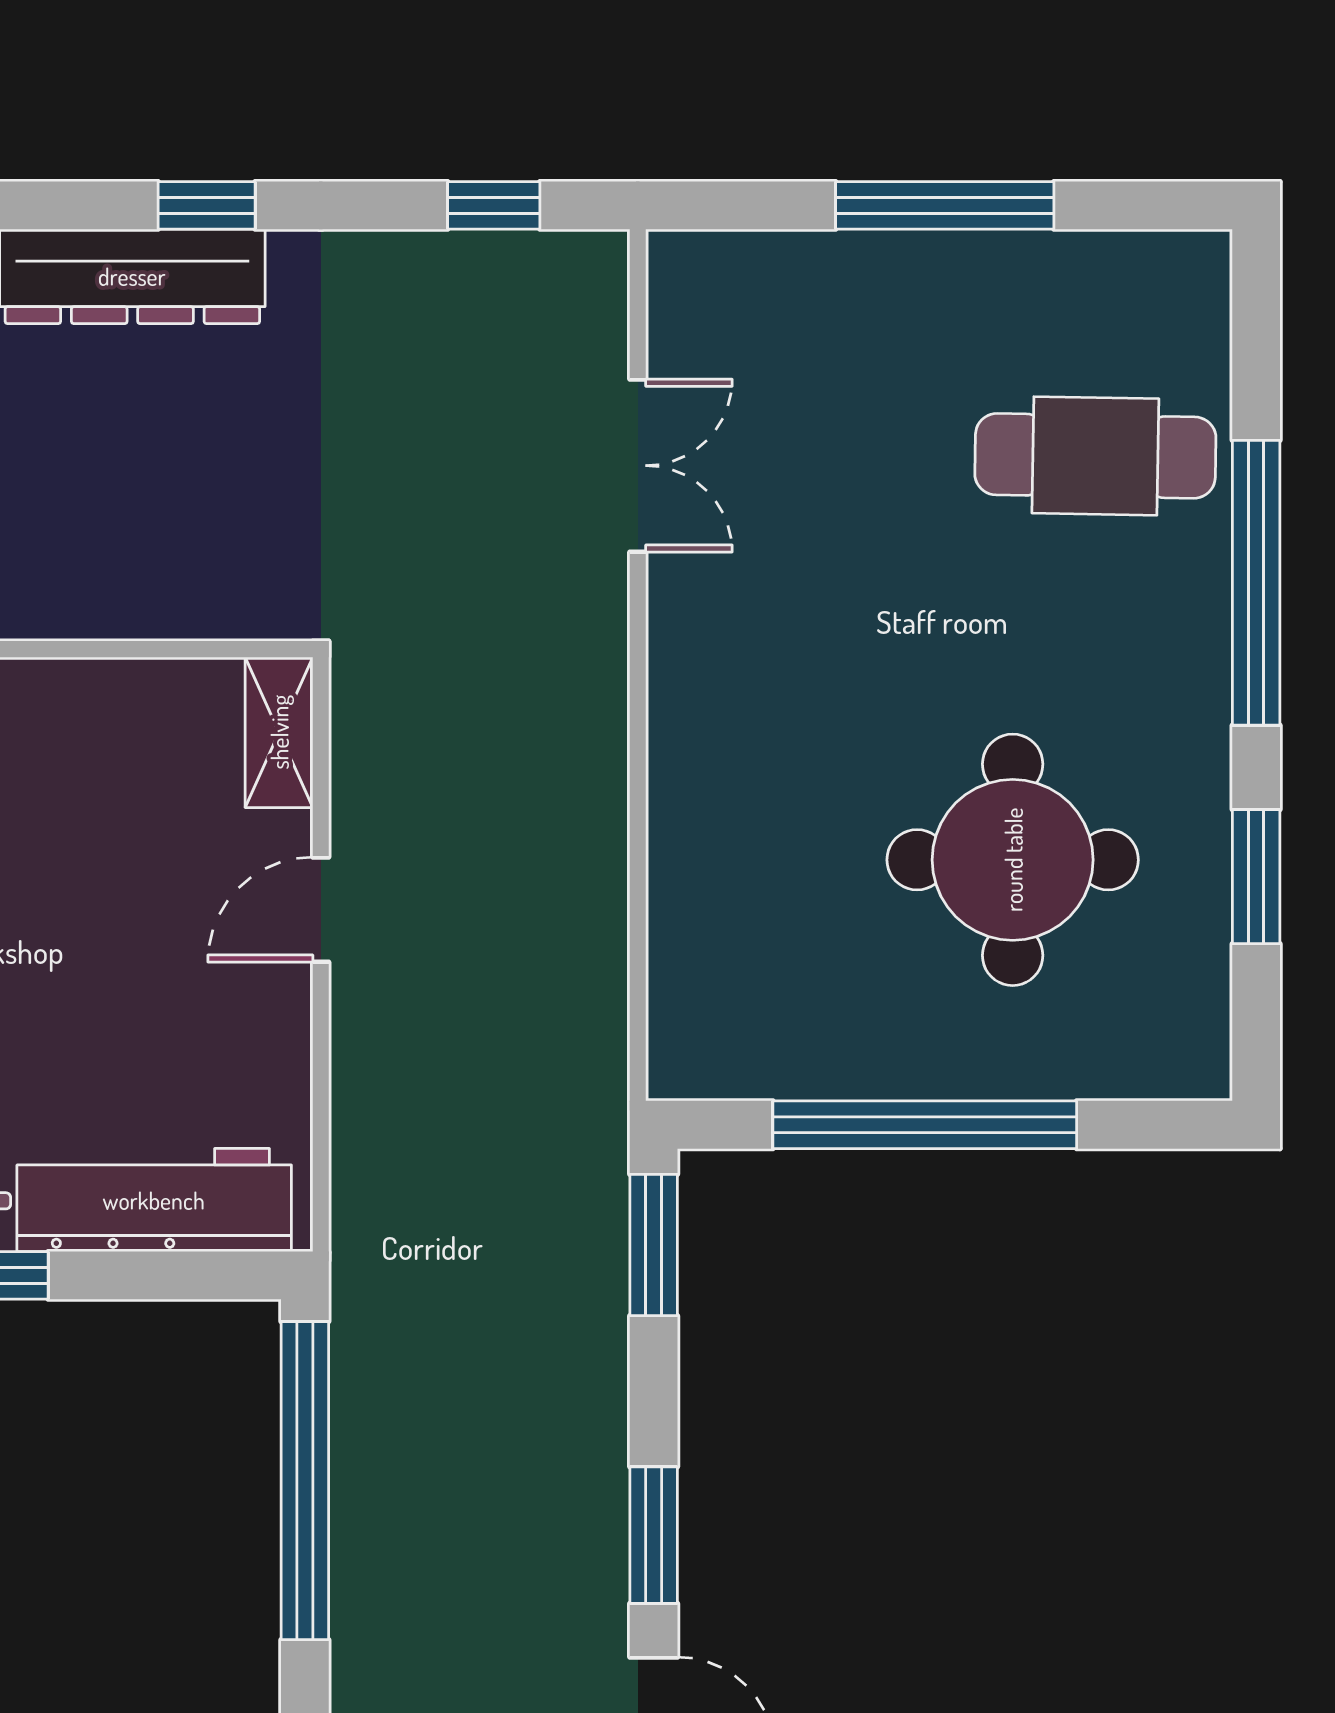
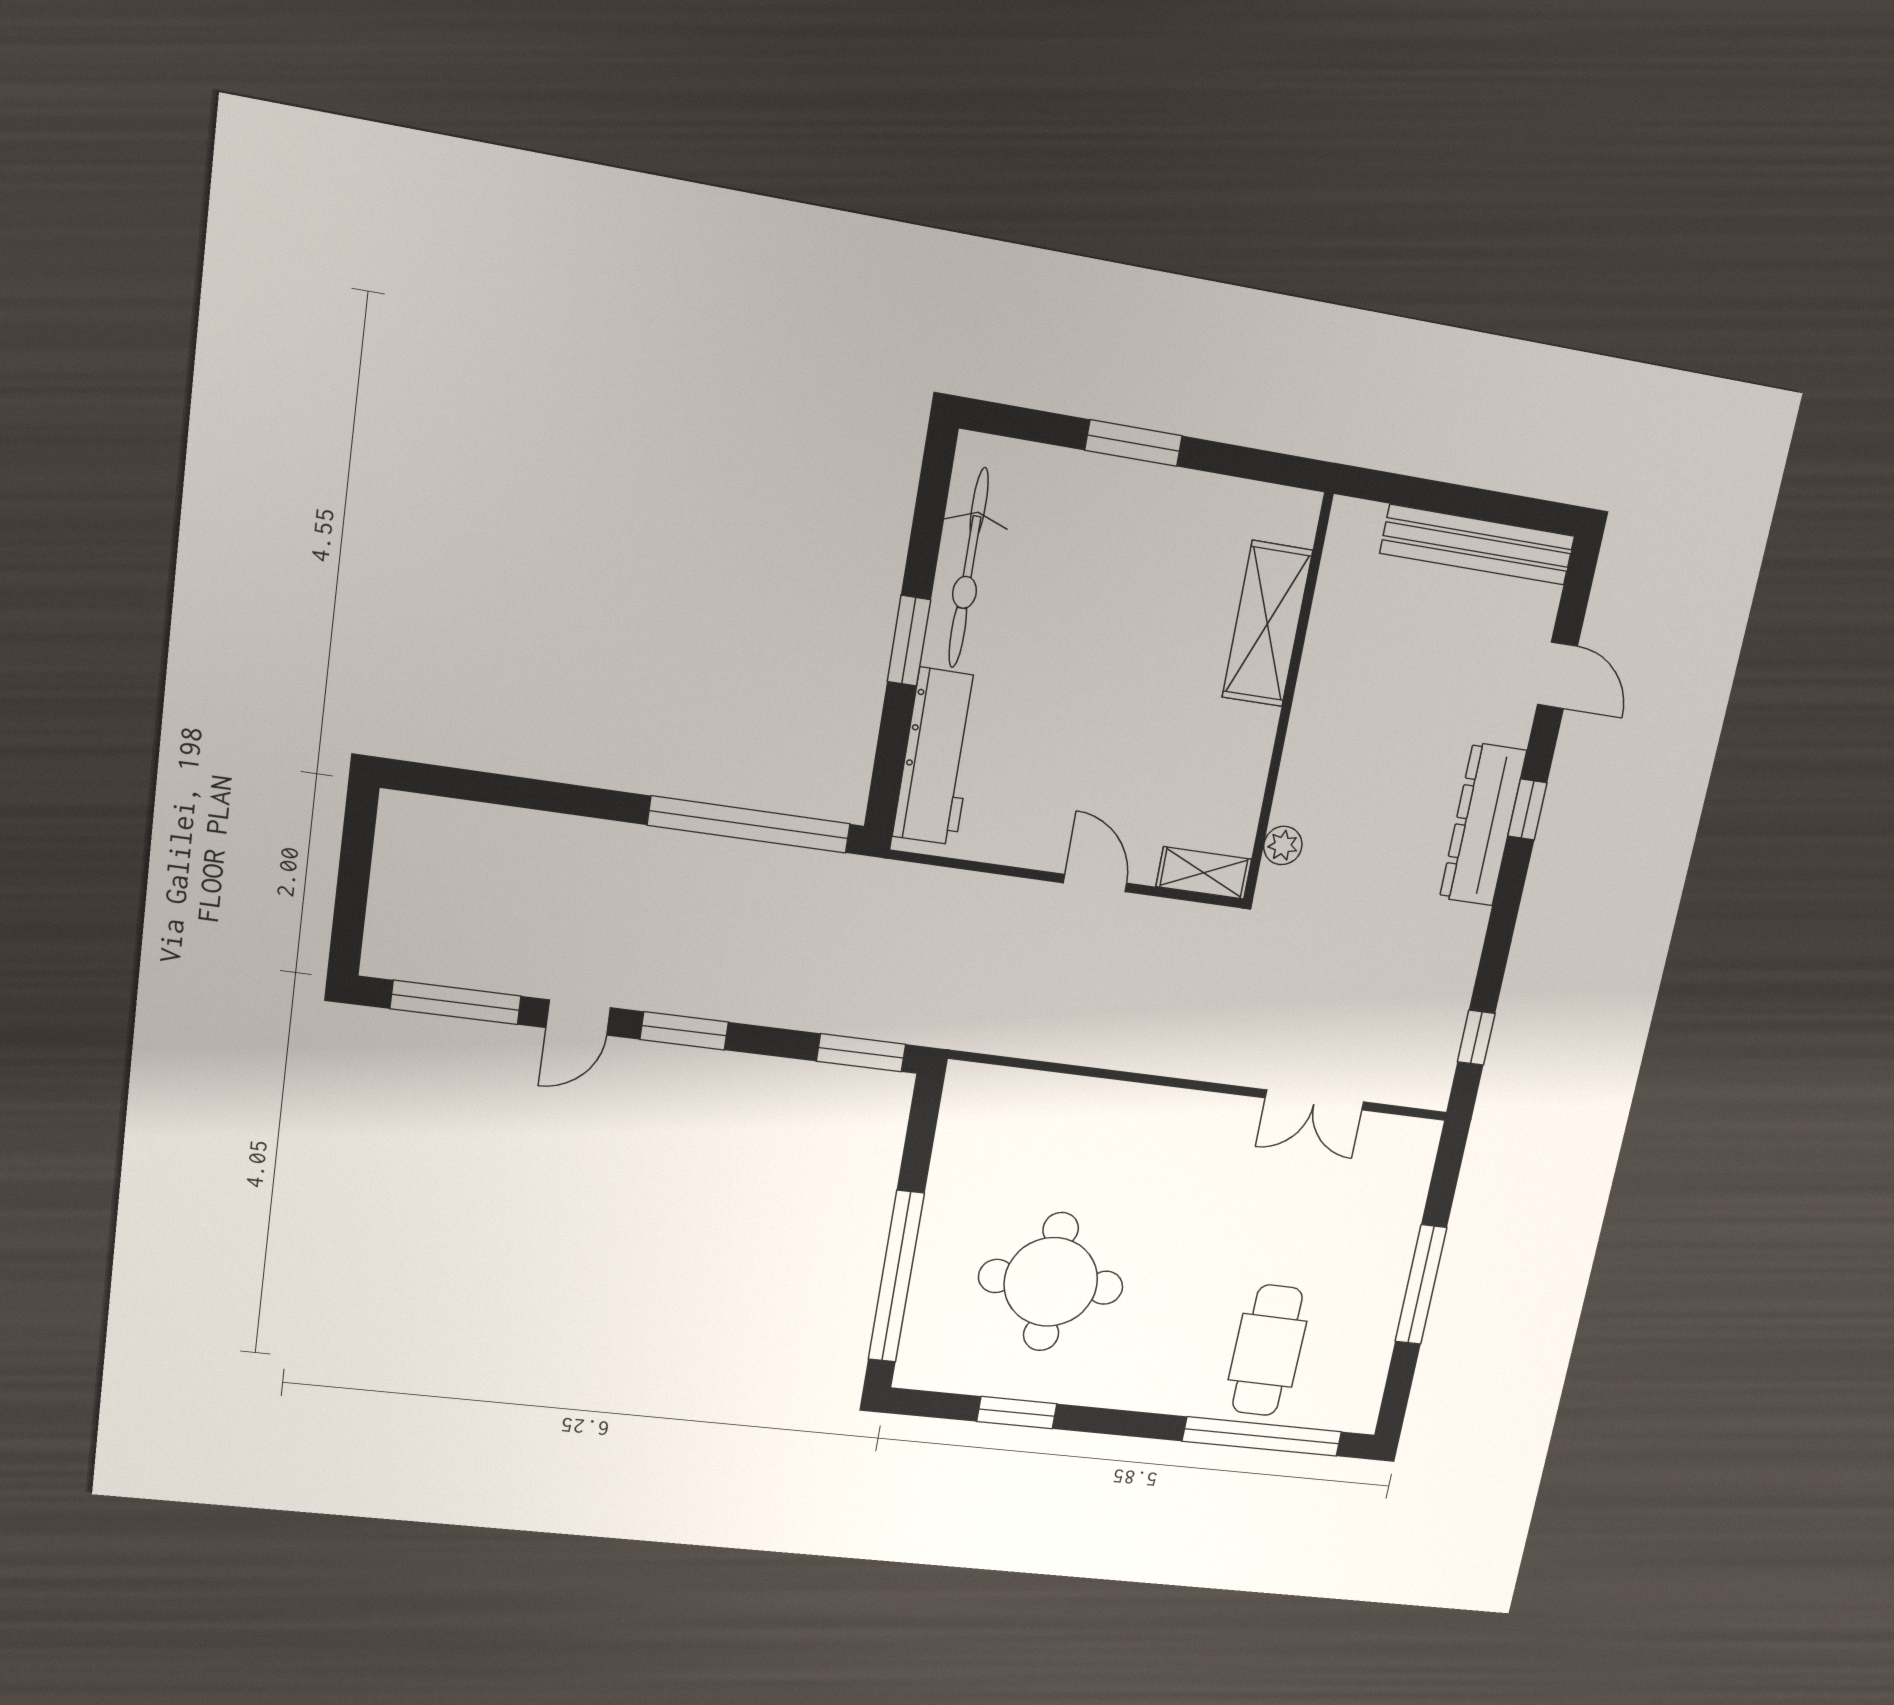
window: (207, 205) -> (1527, 809), moved
window: (1256, 583) -> (1262, 1436), moved
plant: (215, 609) -> (1283, 845), added
window: (925, 1125) -> (896, 1277), moved

